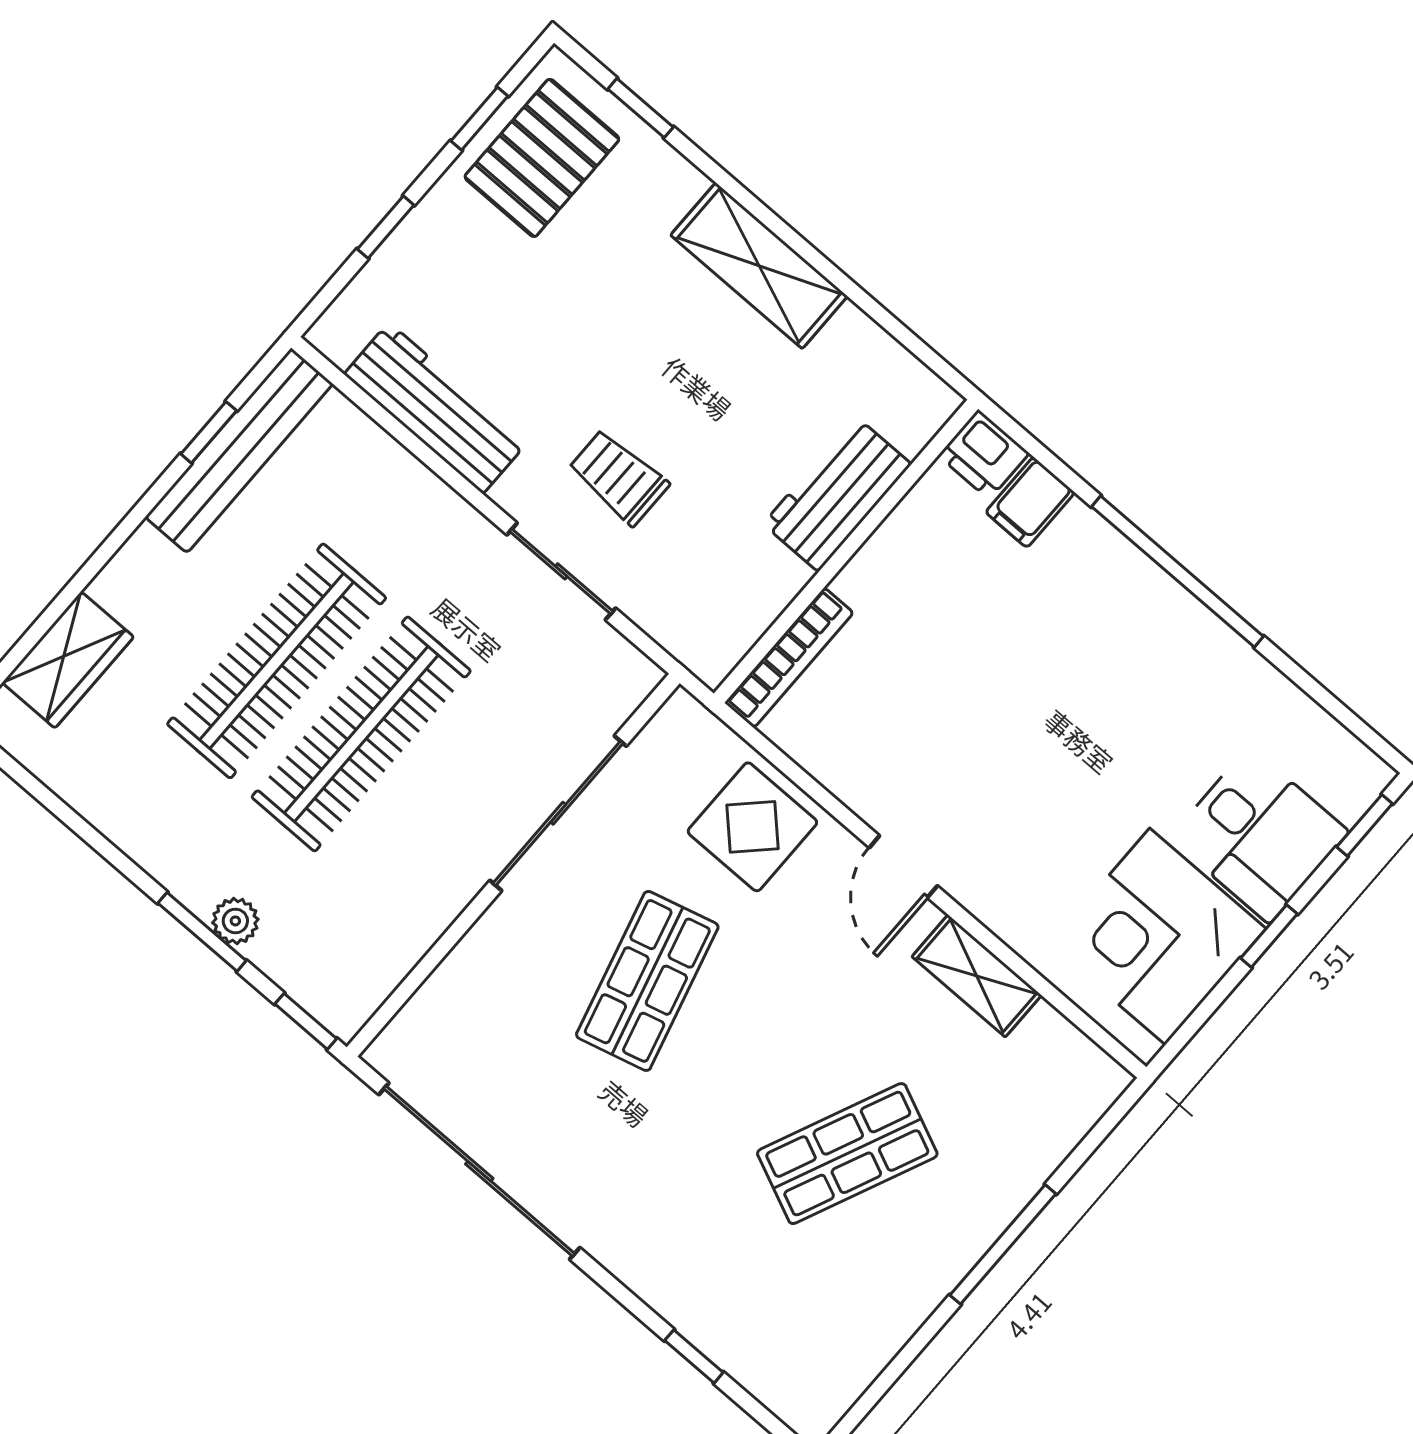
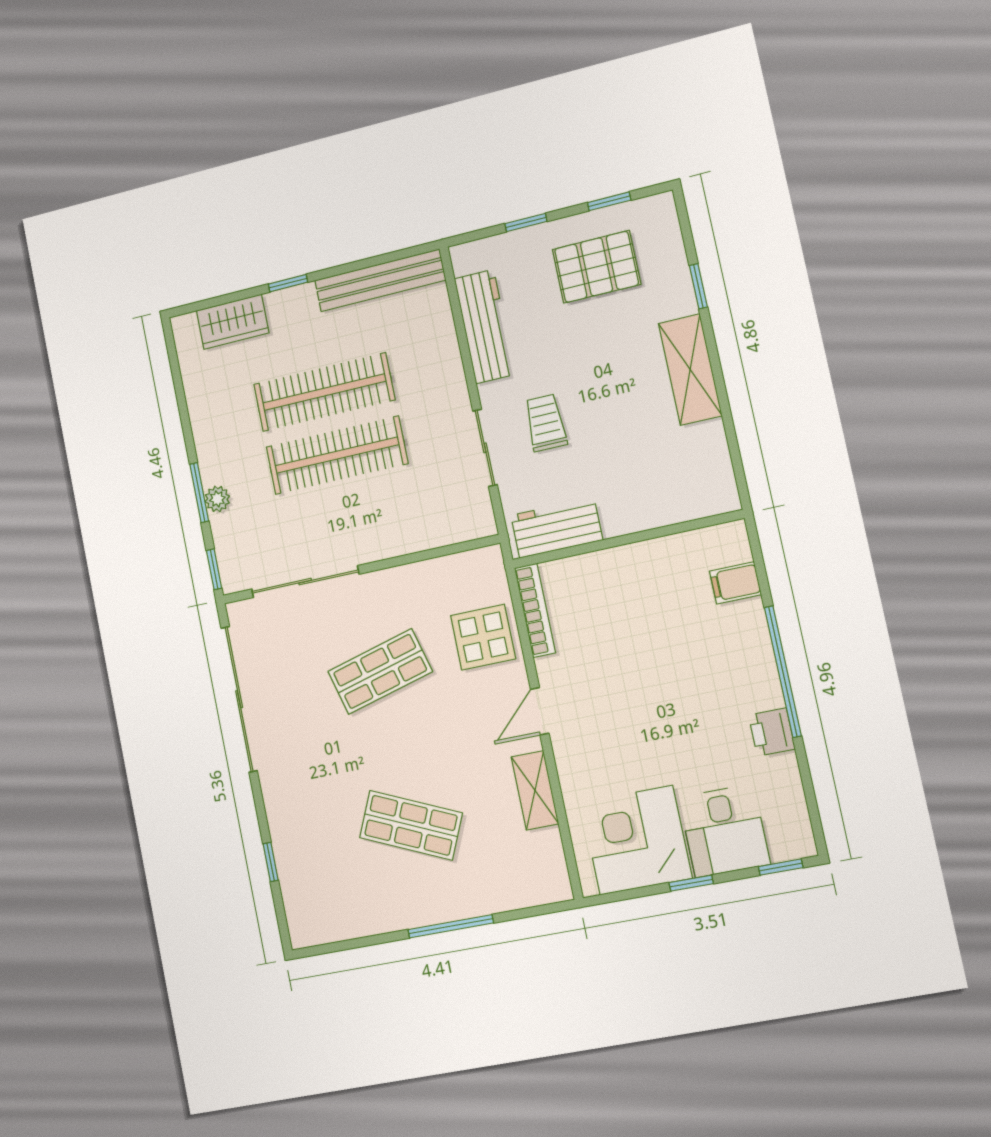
window: (641, 108) -> (698, 286), moved
pallet: (542, 158) -> (597, 267), moved
window: (209, 432) -> (288, 283), moved
printer: (984, 454) -> (772, 732), moved
workbench: (837, 494) -> (557, 528), moved
bookcase: (789, 658) -> (535, 610), moved, turned -90
sliding door: (558, 813) -> (305, 582), moved

